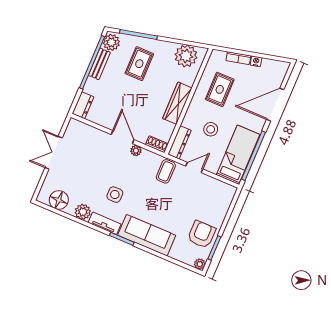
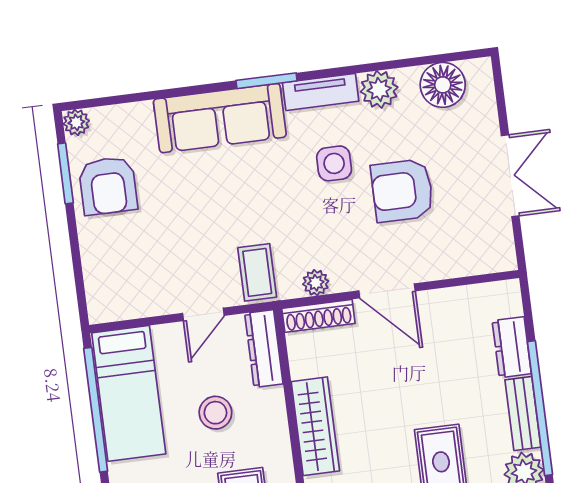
dresser: (83, 105) -> (512, 347), moved
shoe rack: (157, 144) -> (318, 316), width x1.43
plant: (136, 151) -> (316, 283), moved
armchair: (96, 170) -> (402, 191), added

